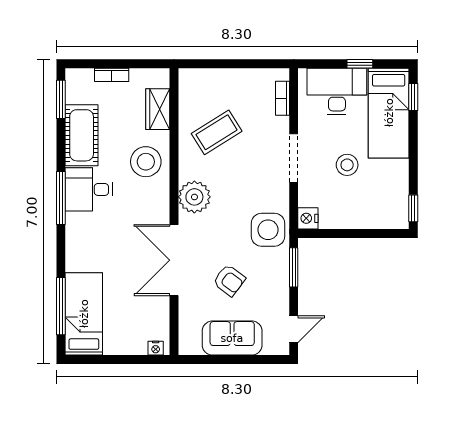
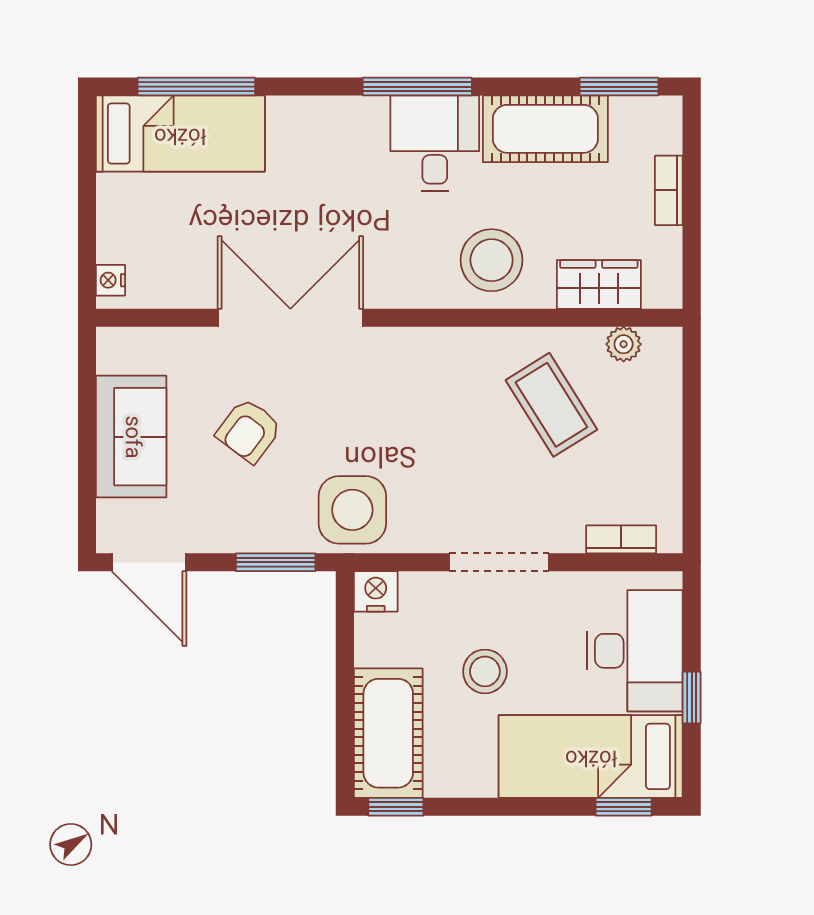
plant: (194, 197) -> (624, 344), moved, width x0.53, depth x0.53
cot: (377, 212) -> (388, 733), added
door: (294, 329) -> (149, 562), width x1.38

